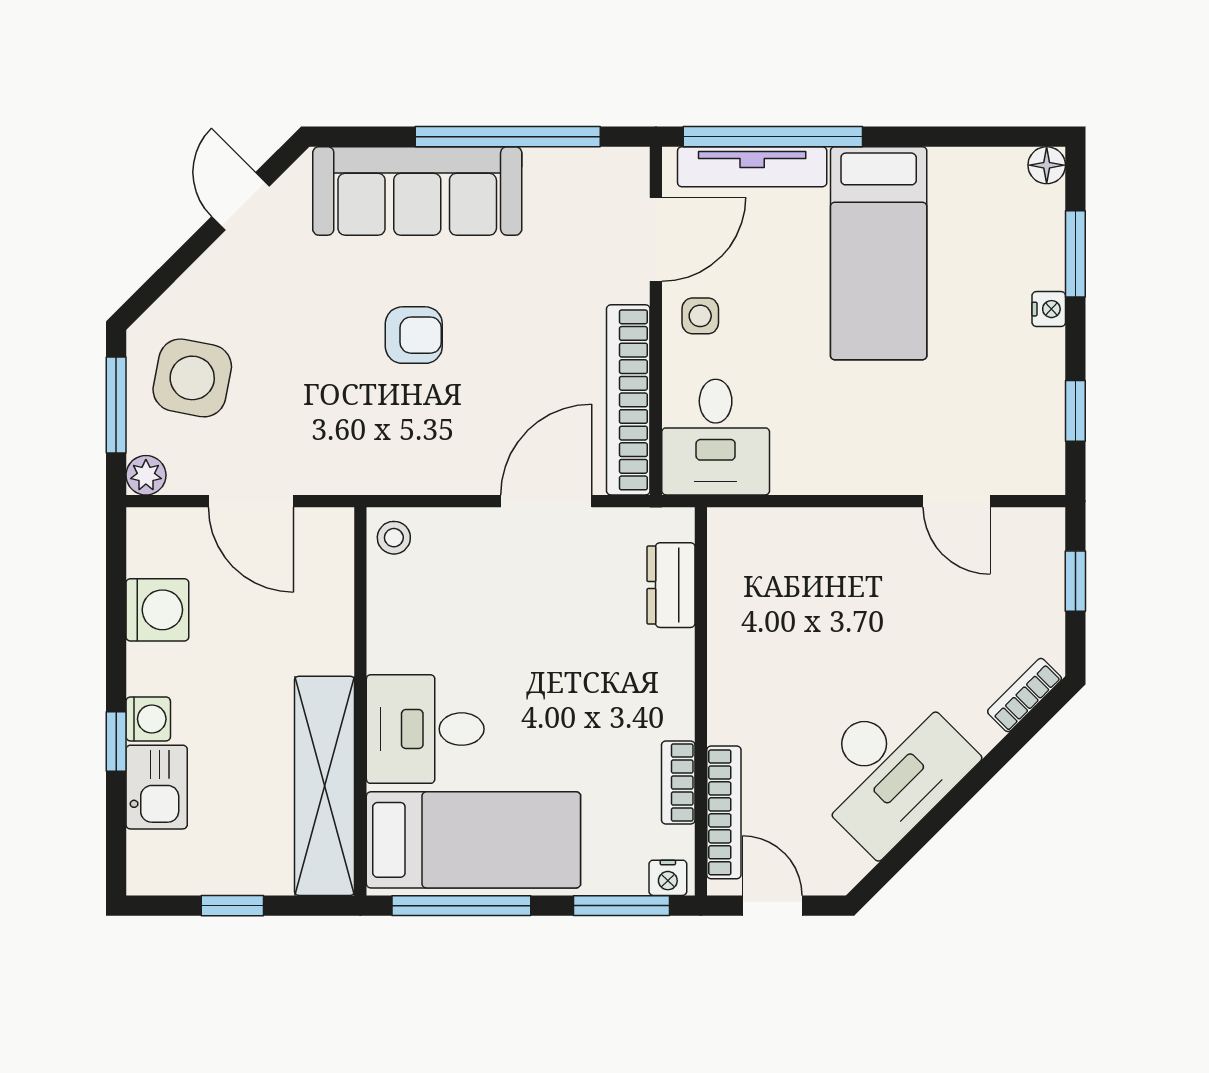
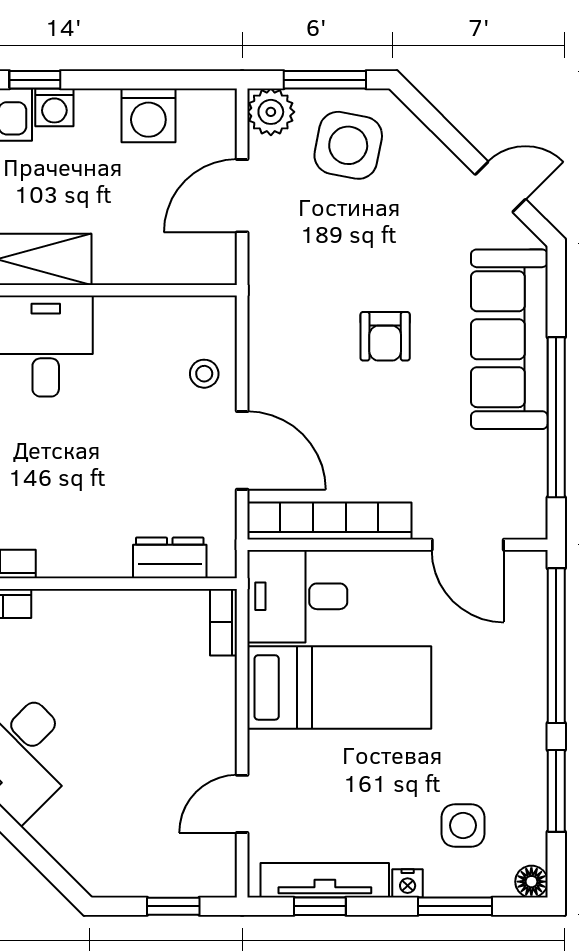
window: (941, 137) -> (556, 791), added
tv unit: (752, 167) -> (325, 880), moved, turned 90
bed: (879, 253) -> (339, 687), moved, turned 180
side table: (700, 316) -> (463, 825), moved, width x1.37, depth x1.37
plant: (146, 475) -> (271, 112), width x1.38, depth x1.38
stool: (394, 538) -> (204, 374), moved
bookcase: (1024, 695) -> (224, 622), moved, turned -135

